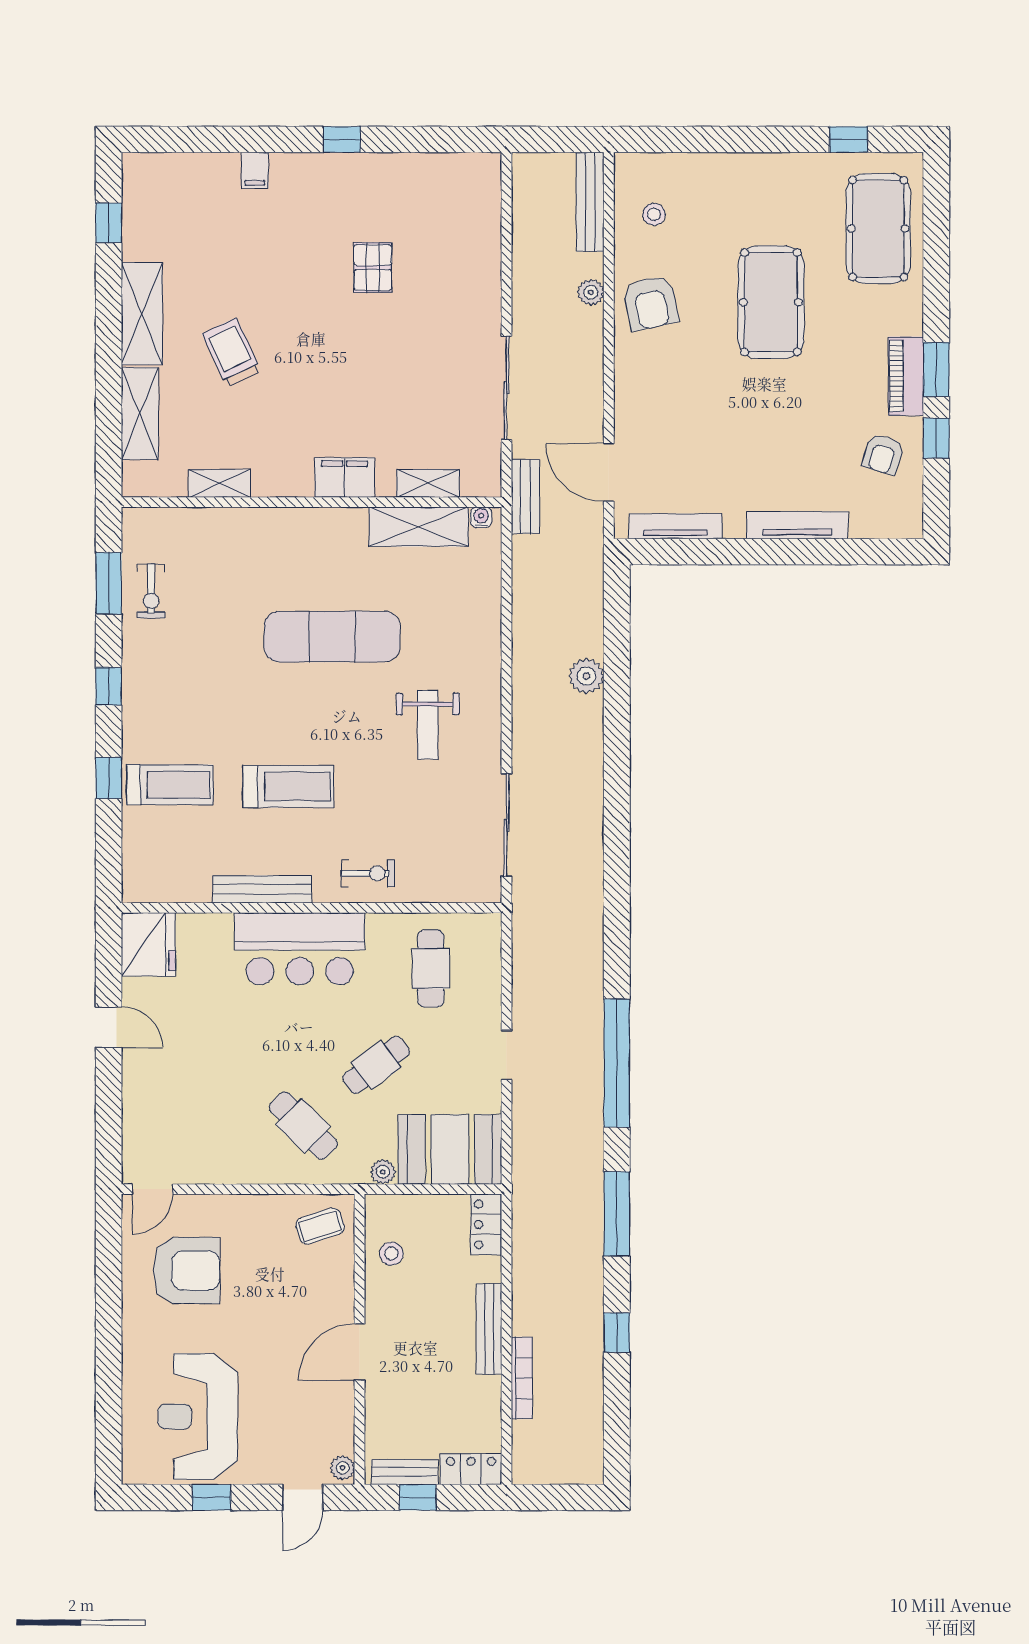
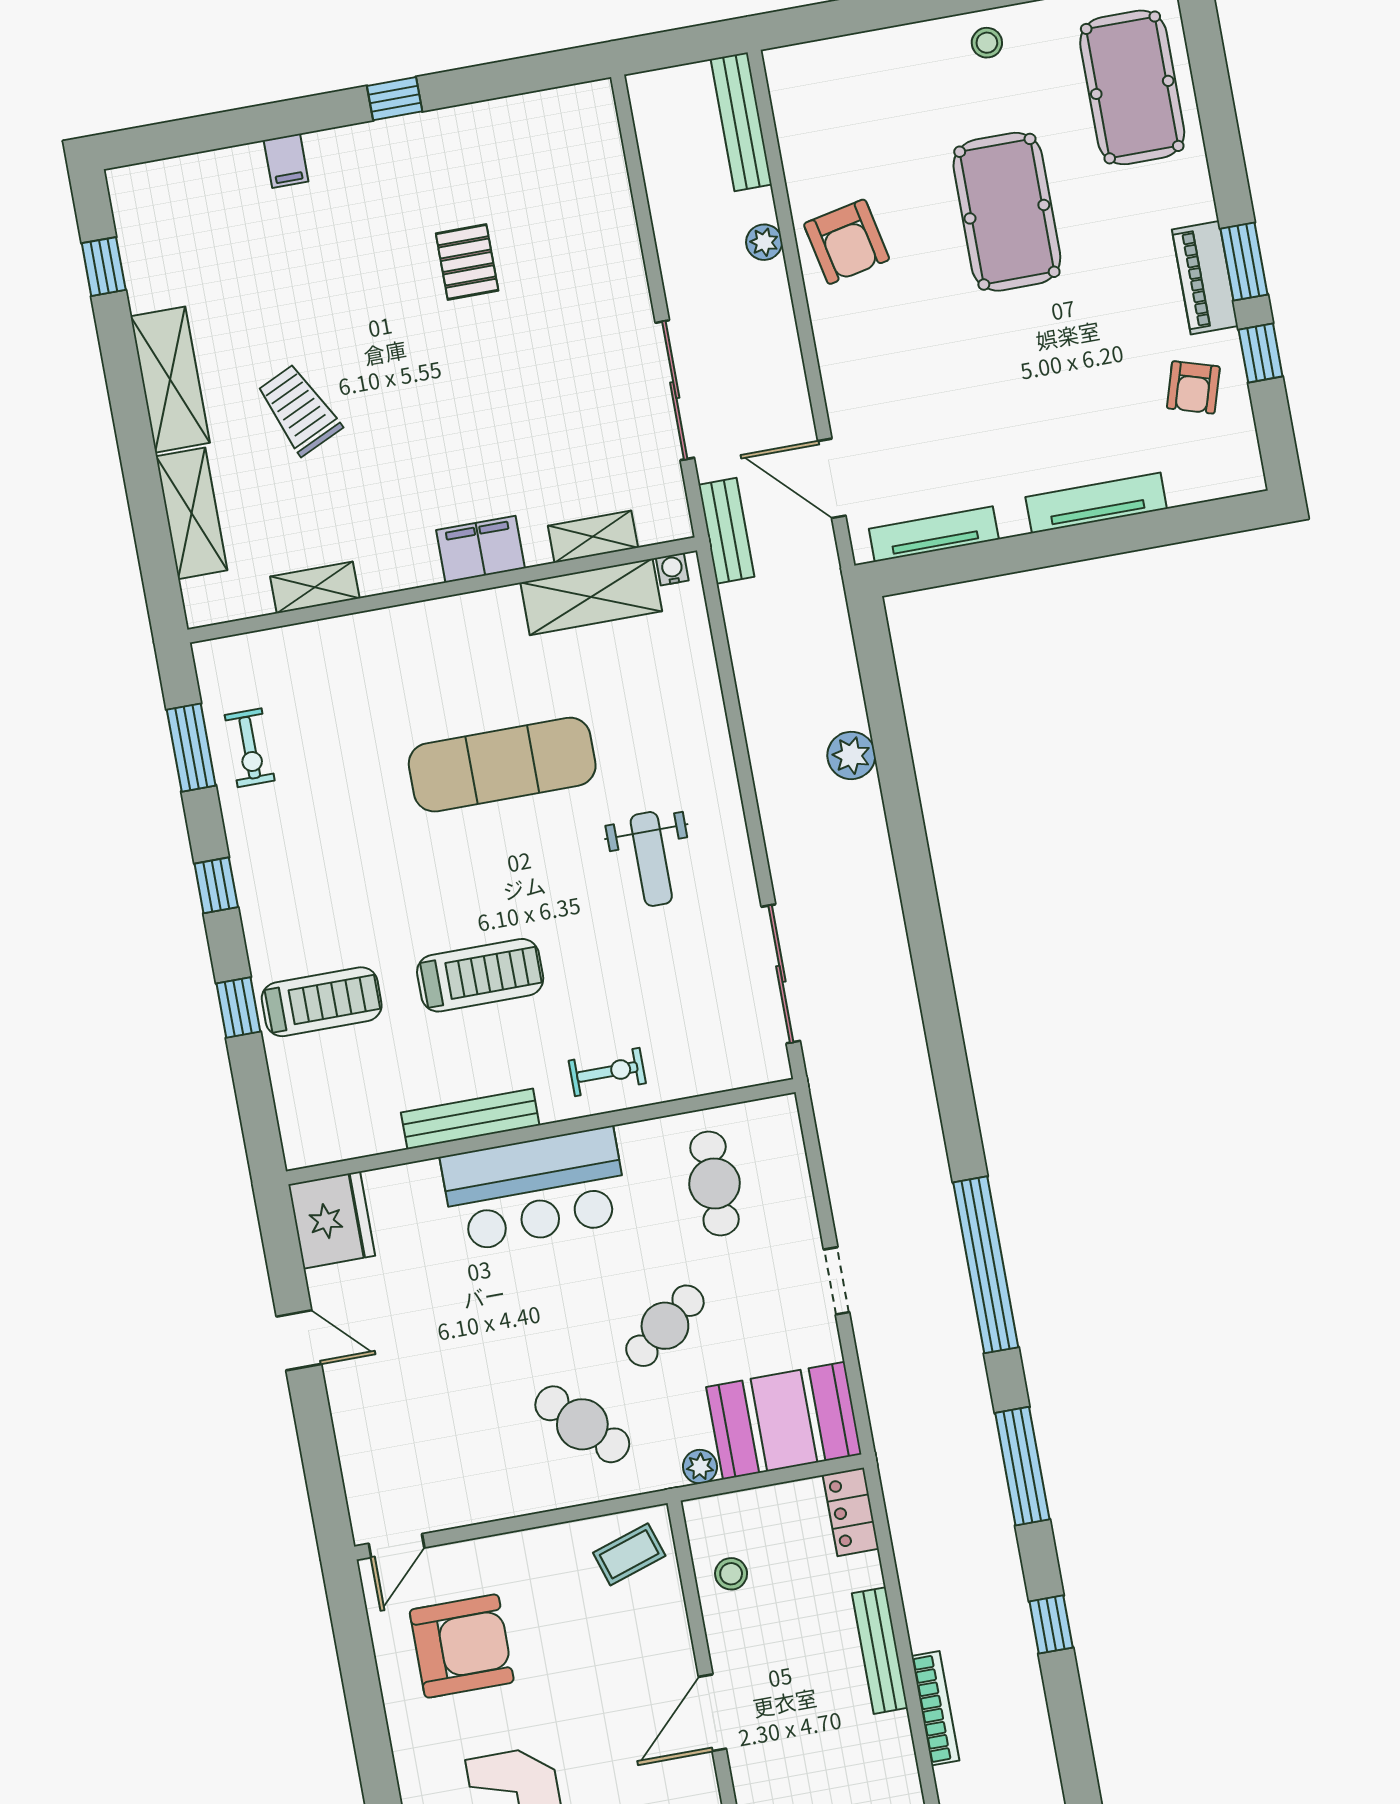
stool: (654, 214) -> (987, 43), moved

